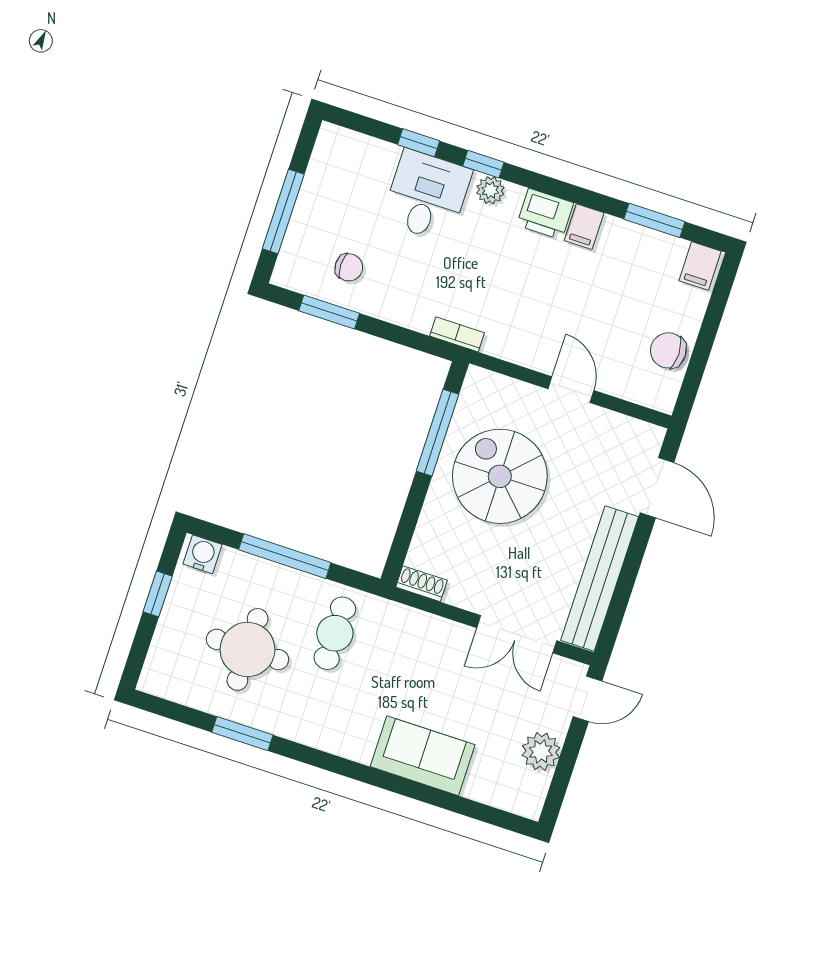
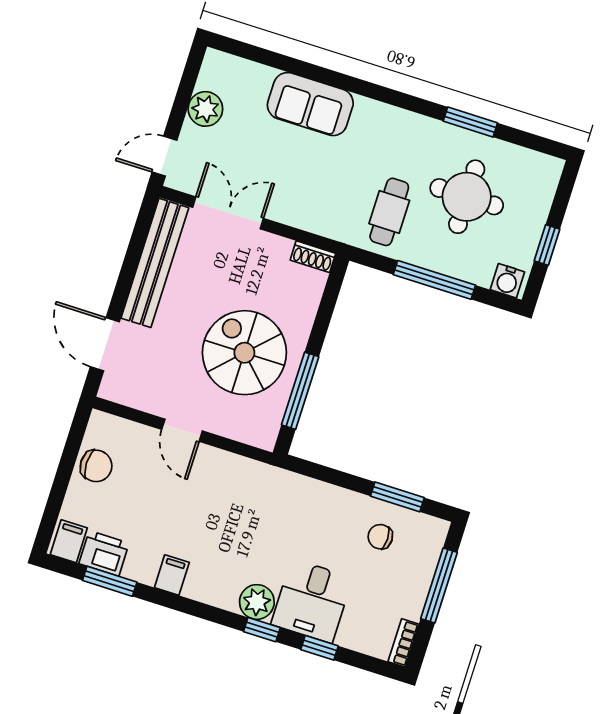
plant: (490, 190) -> (257, 602), width x1.38, depth x1.38
printer: (545, 214) -> (104, 553), moved
bookcase: (457, 334) -> (403, 643), moved, turned 90
spiral stairs: (500, 476) -> (244, 353), turned 180

